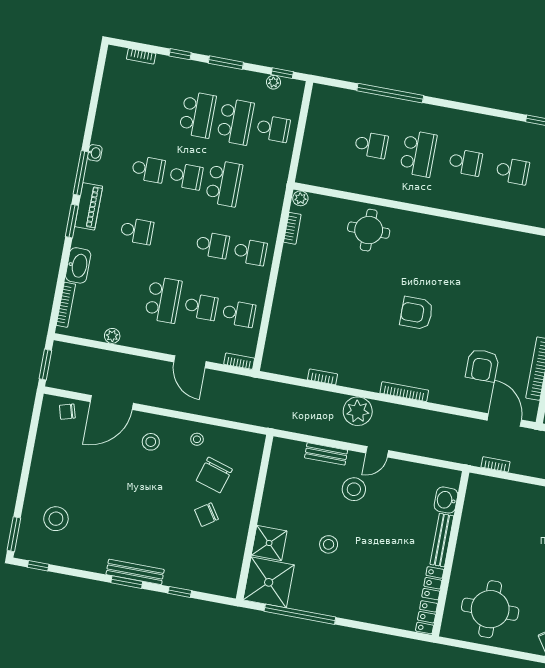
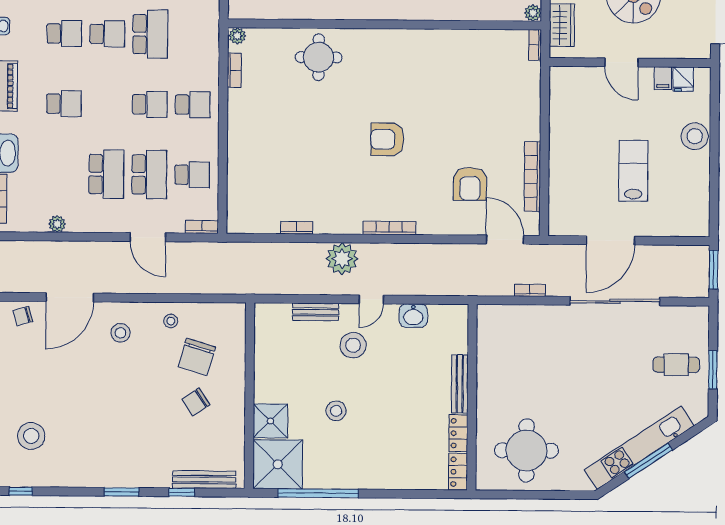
school desk: (201, 307) -> (149, 174), width x1.85
bookcase: (496, 464) -> (530, 290), moved
washbasin: (446, 500) -> (413, 316), moved, turned -90
bench: (135, 572) -> (204, 480), moved

